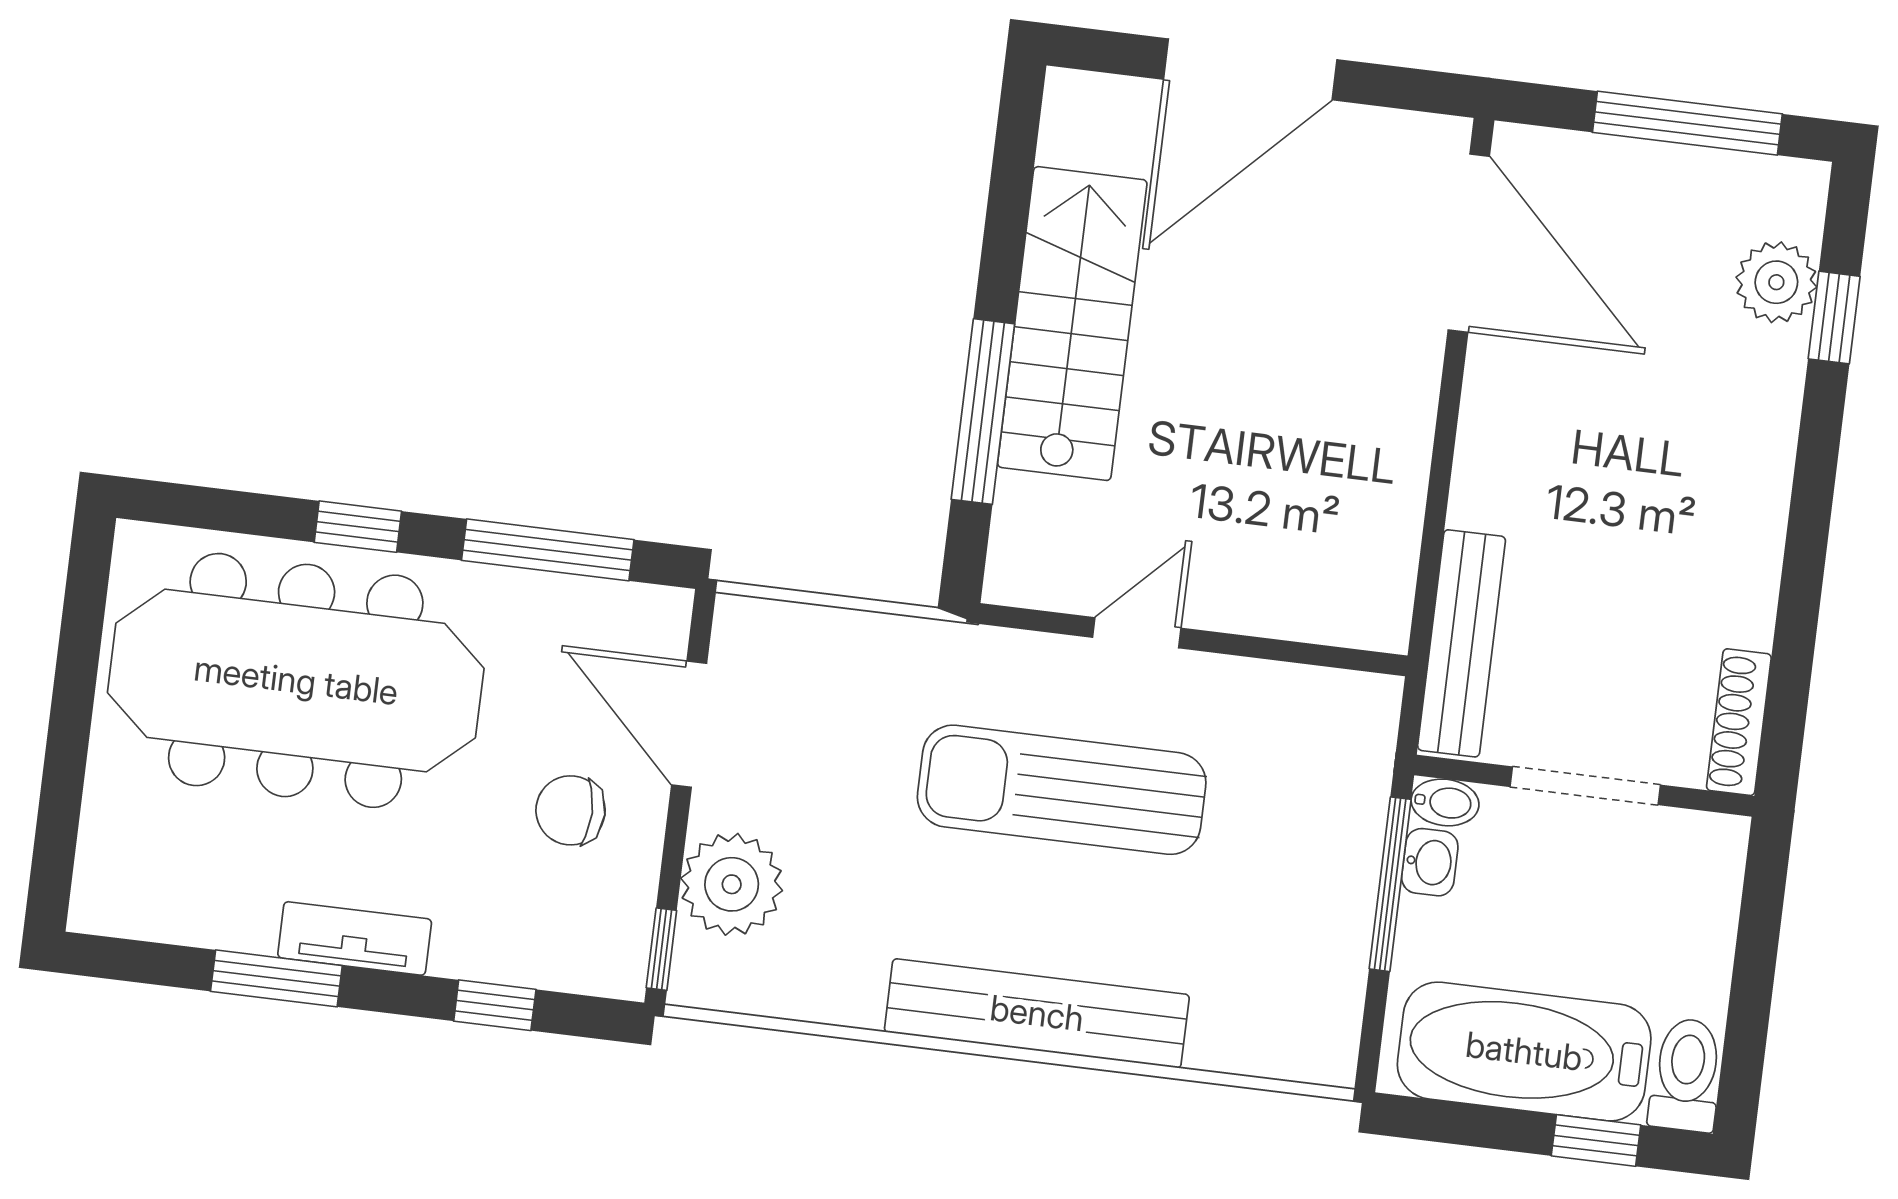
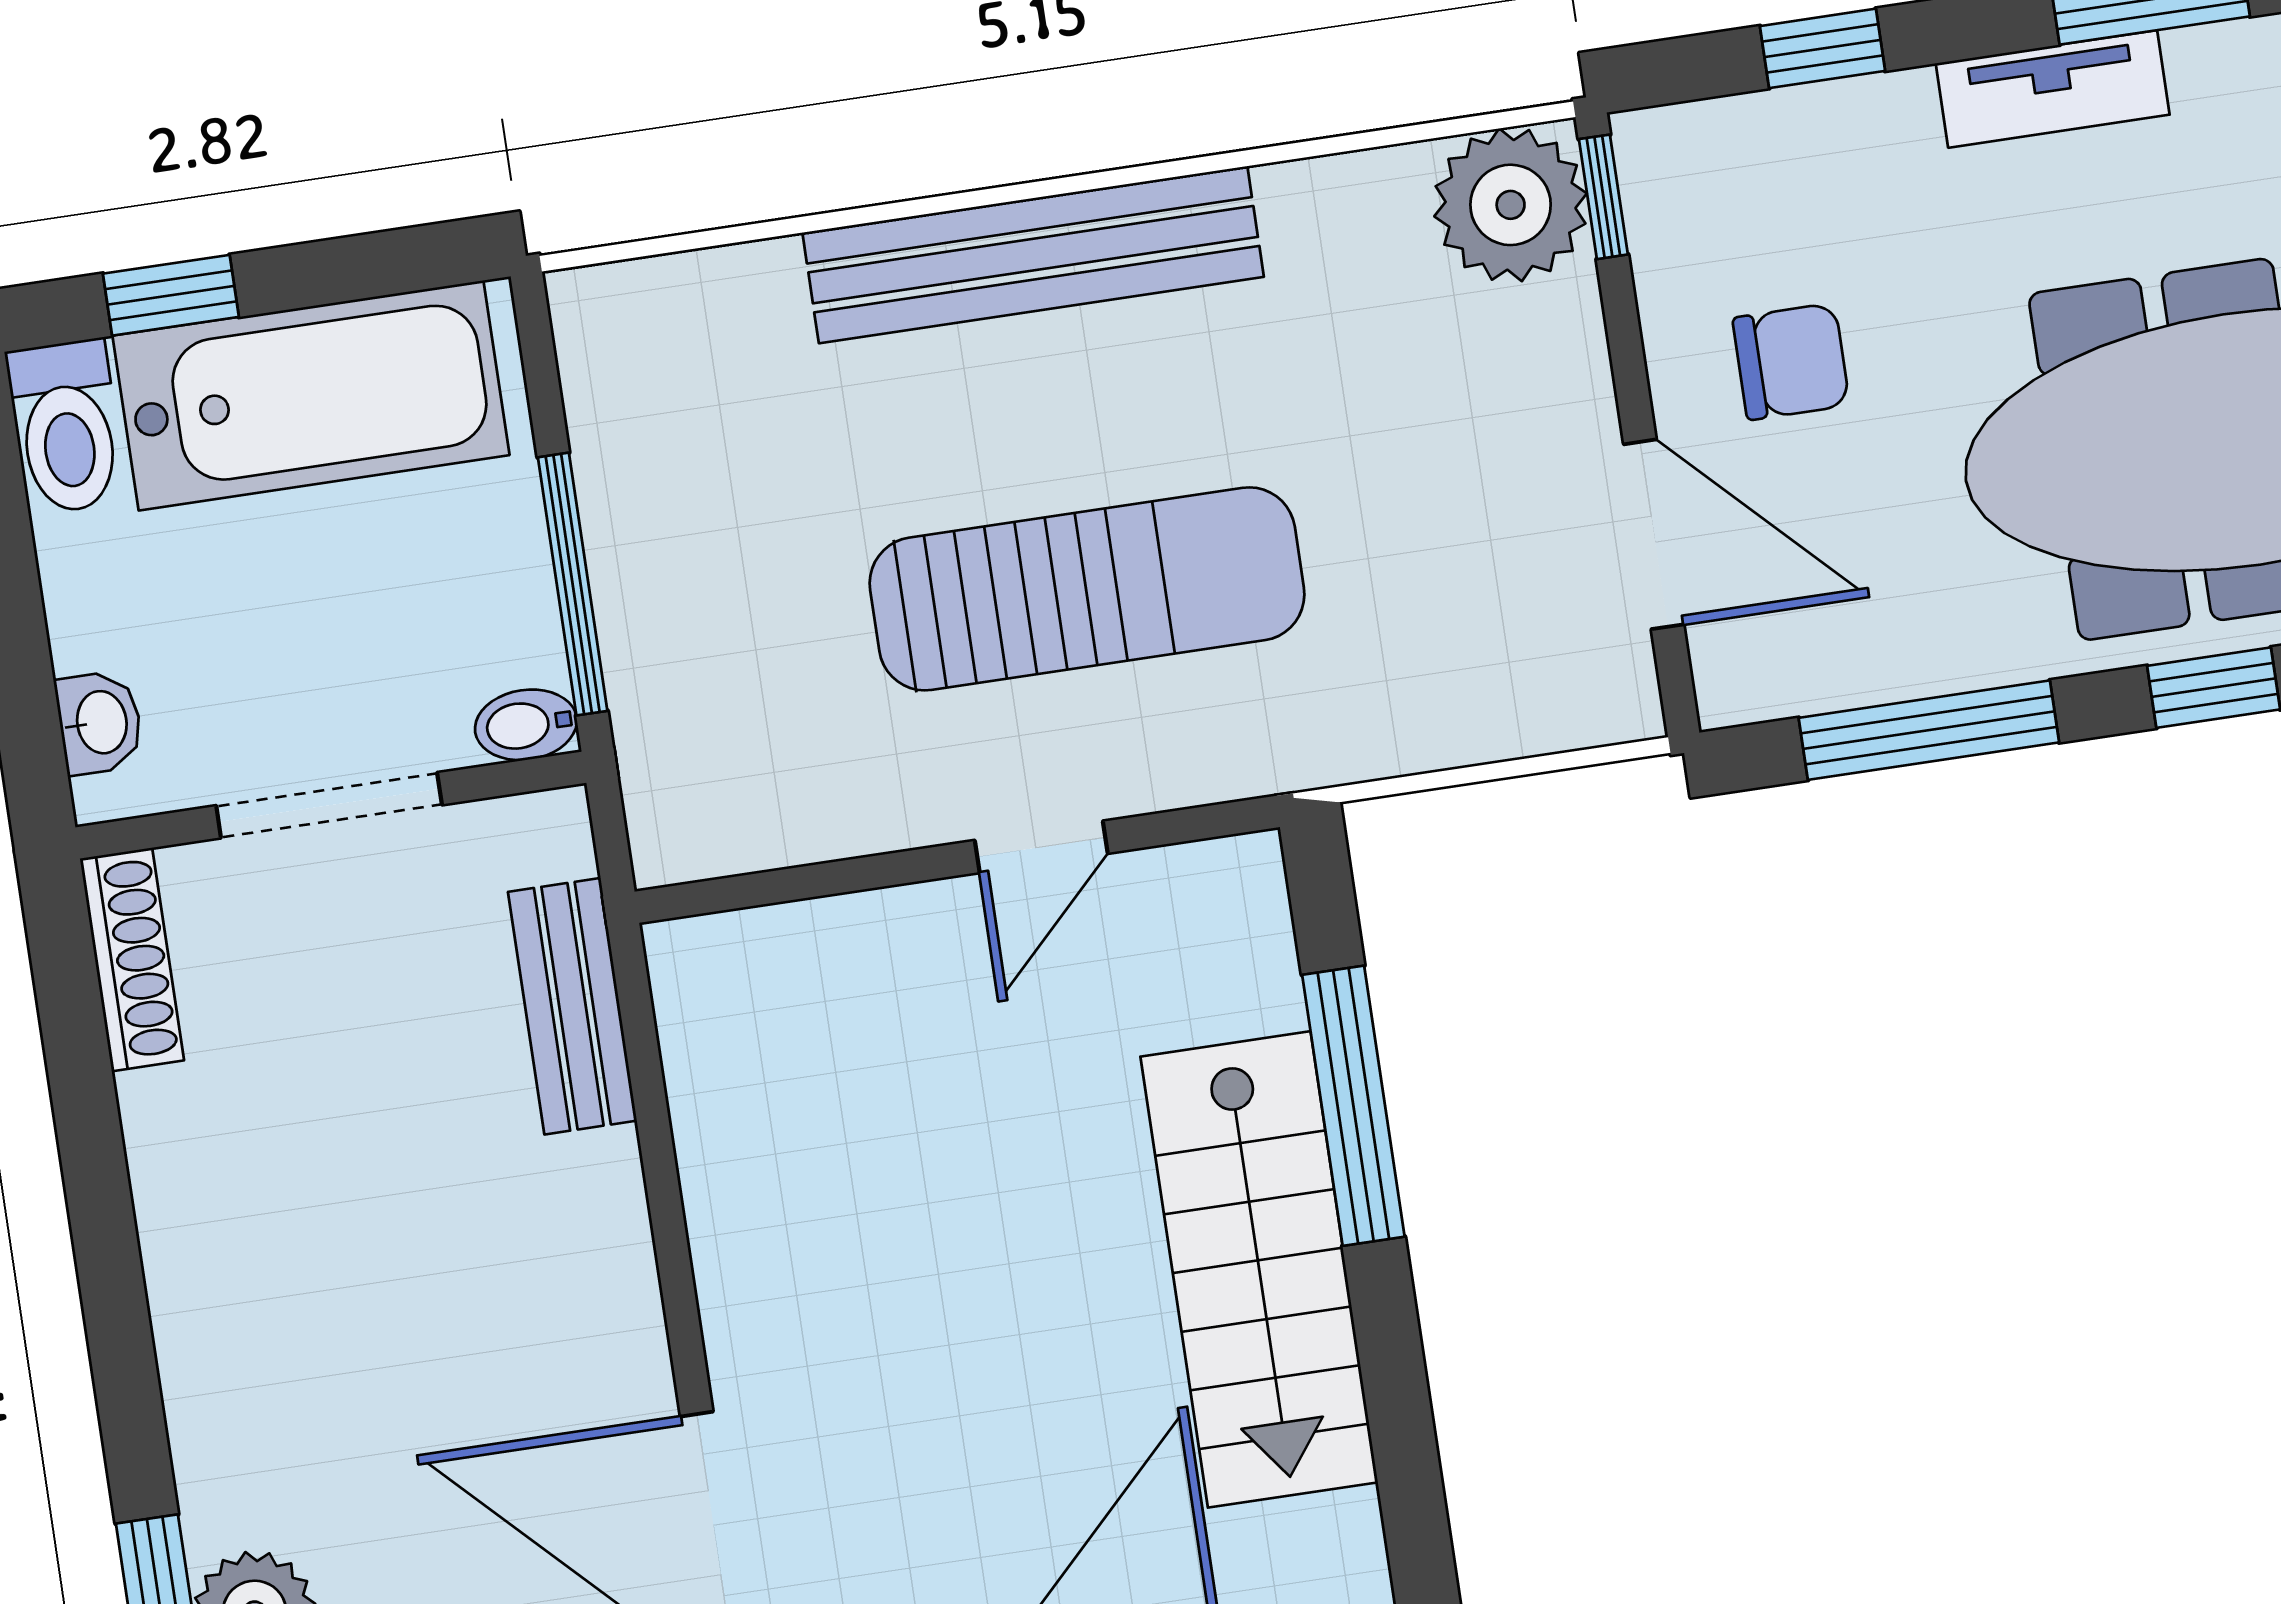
bench: (1462, 643) -> (572, 1006), width x0.73
washbasin: (1430, 862) -> (100, 723), moved, turned 180
plant: (732, 884) -> (1511, 205), moved

